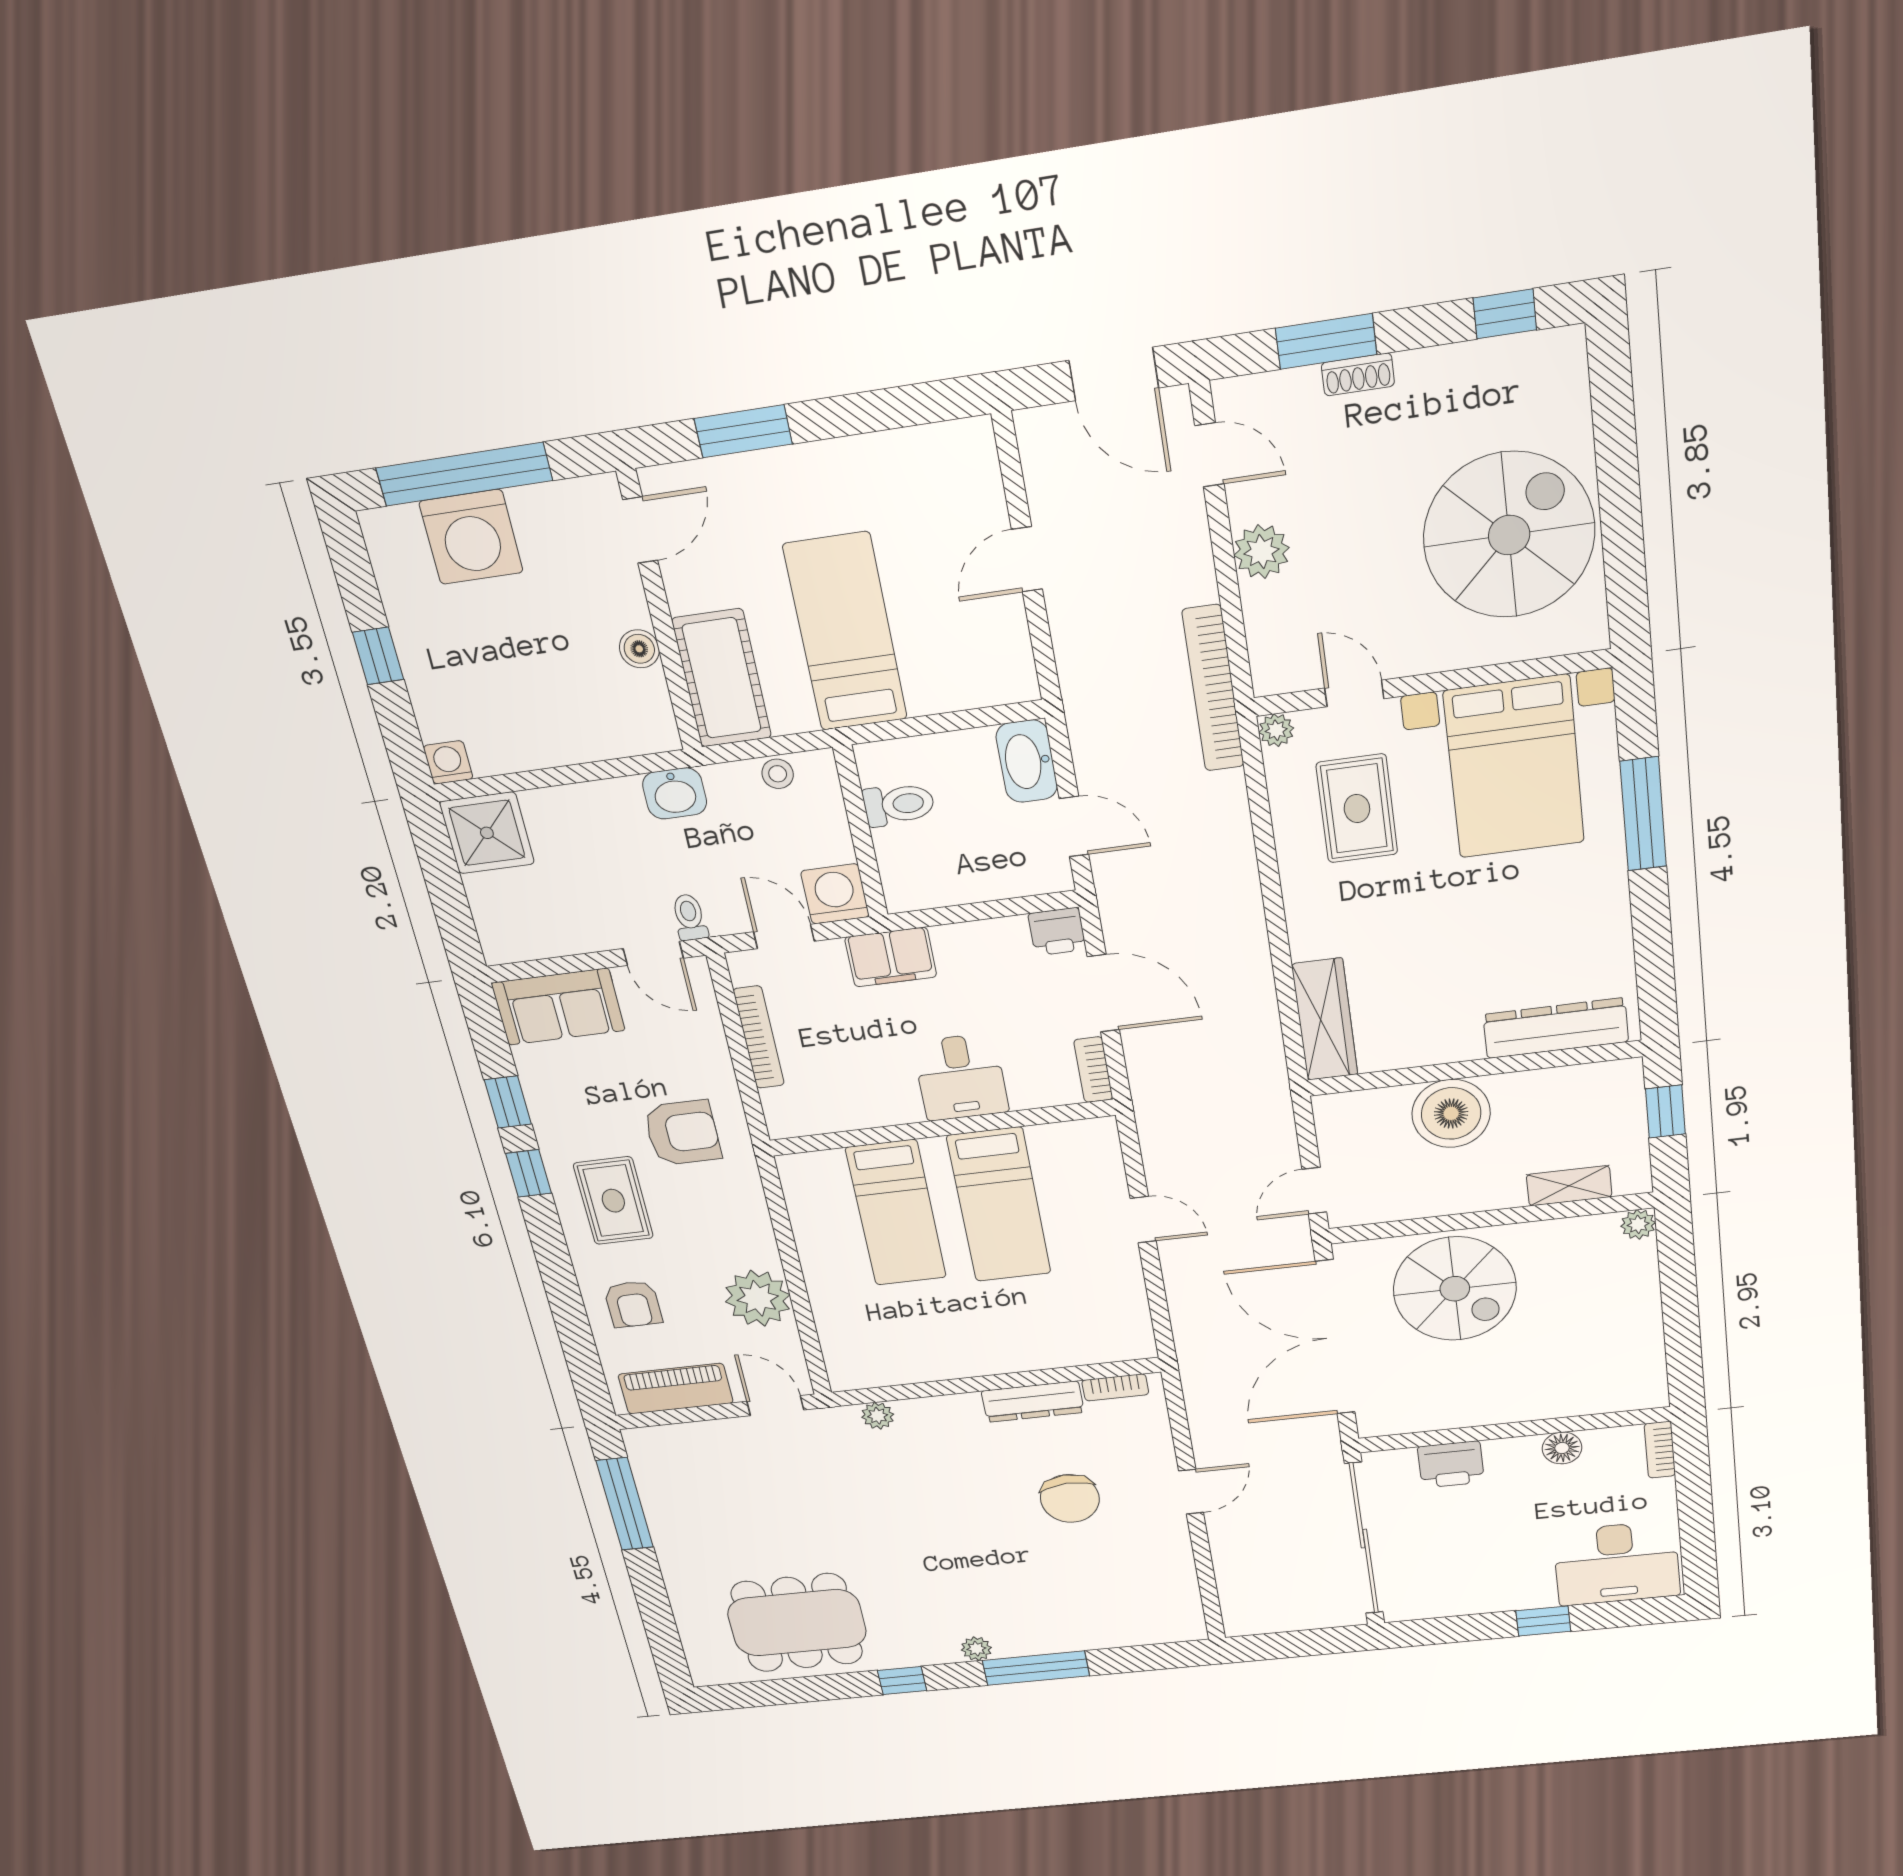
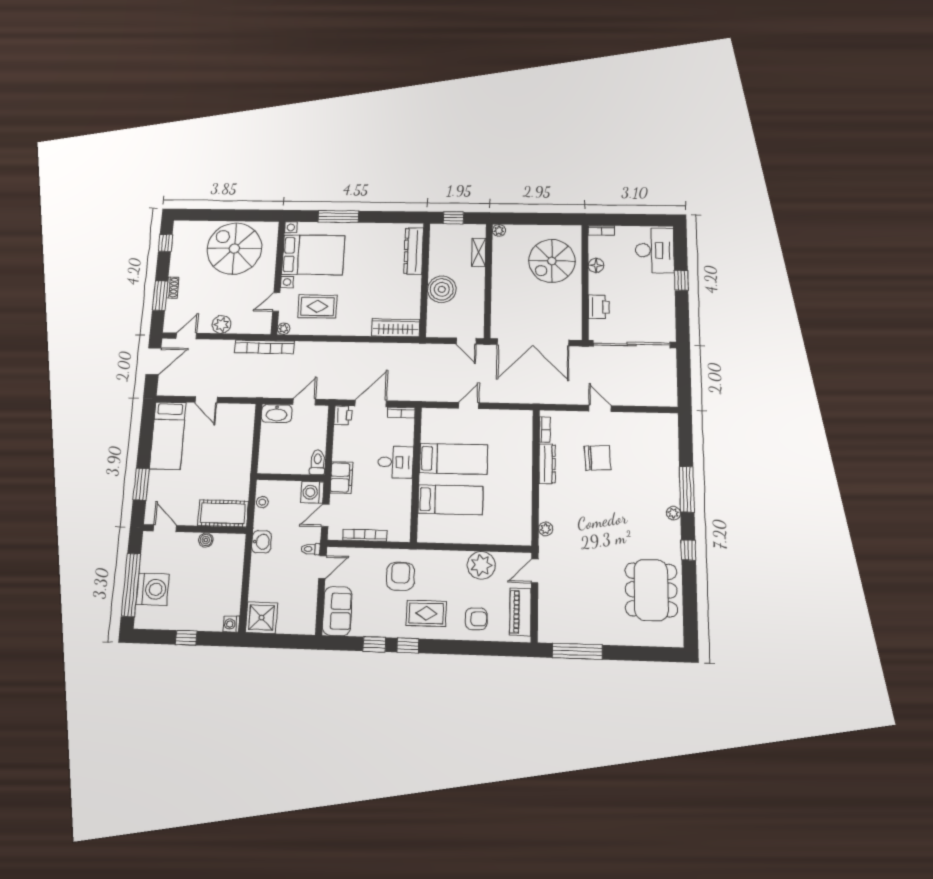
bed: (845, 632) -> (168, 436), moved, turned -90
toilet: (899, 804) -> (317, 462), moved
spiral stairs: (1455, 1289) -> (552, 261), moved, turned 180

